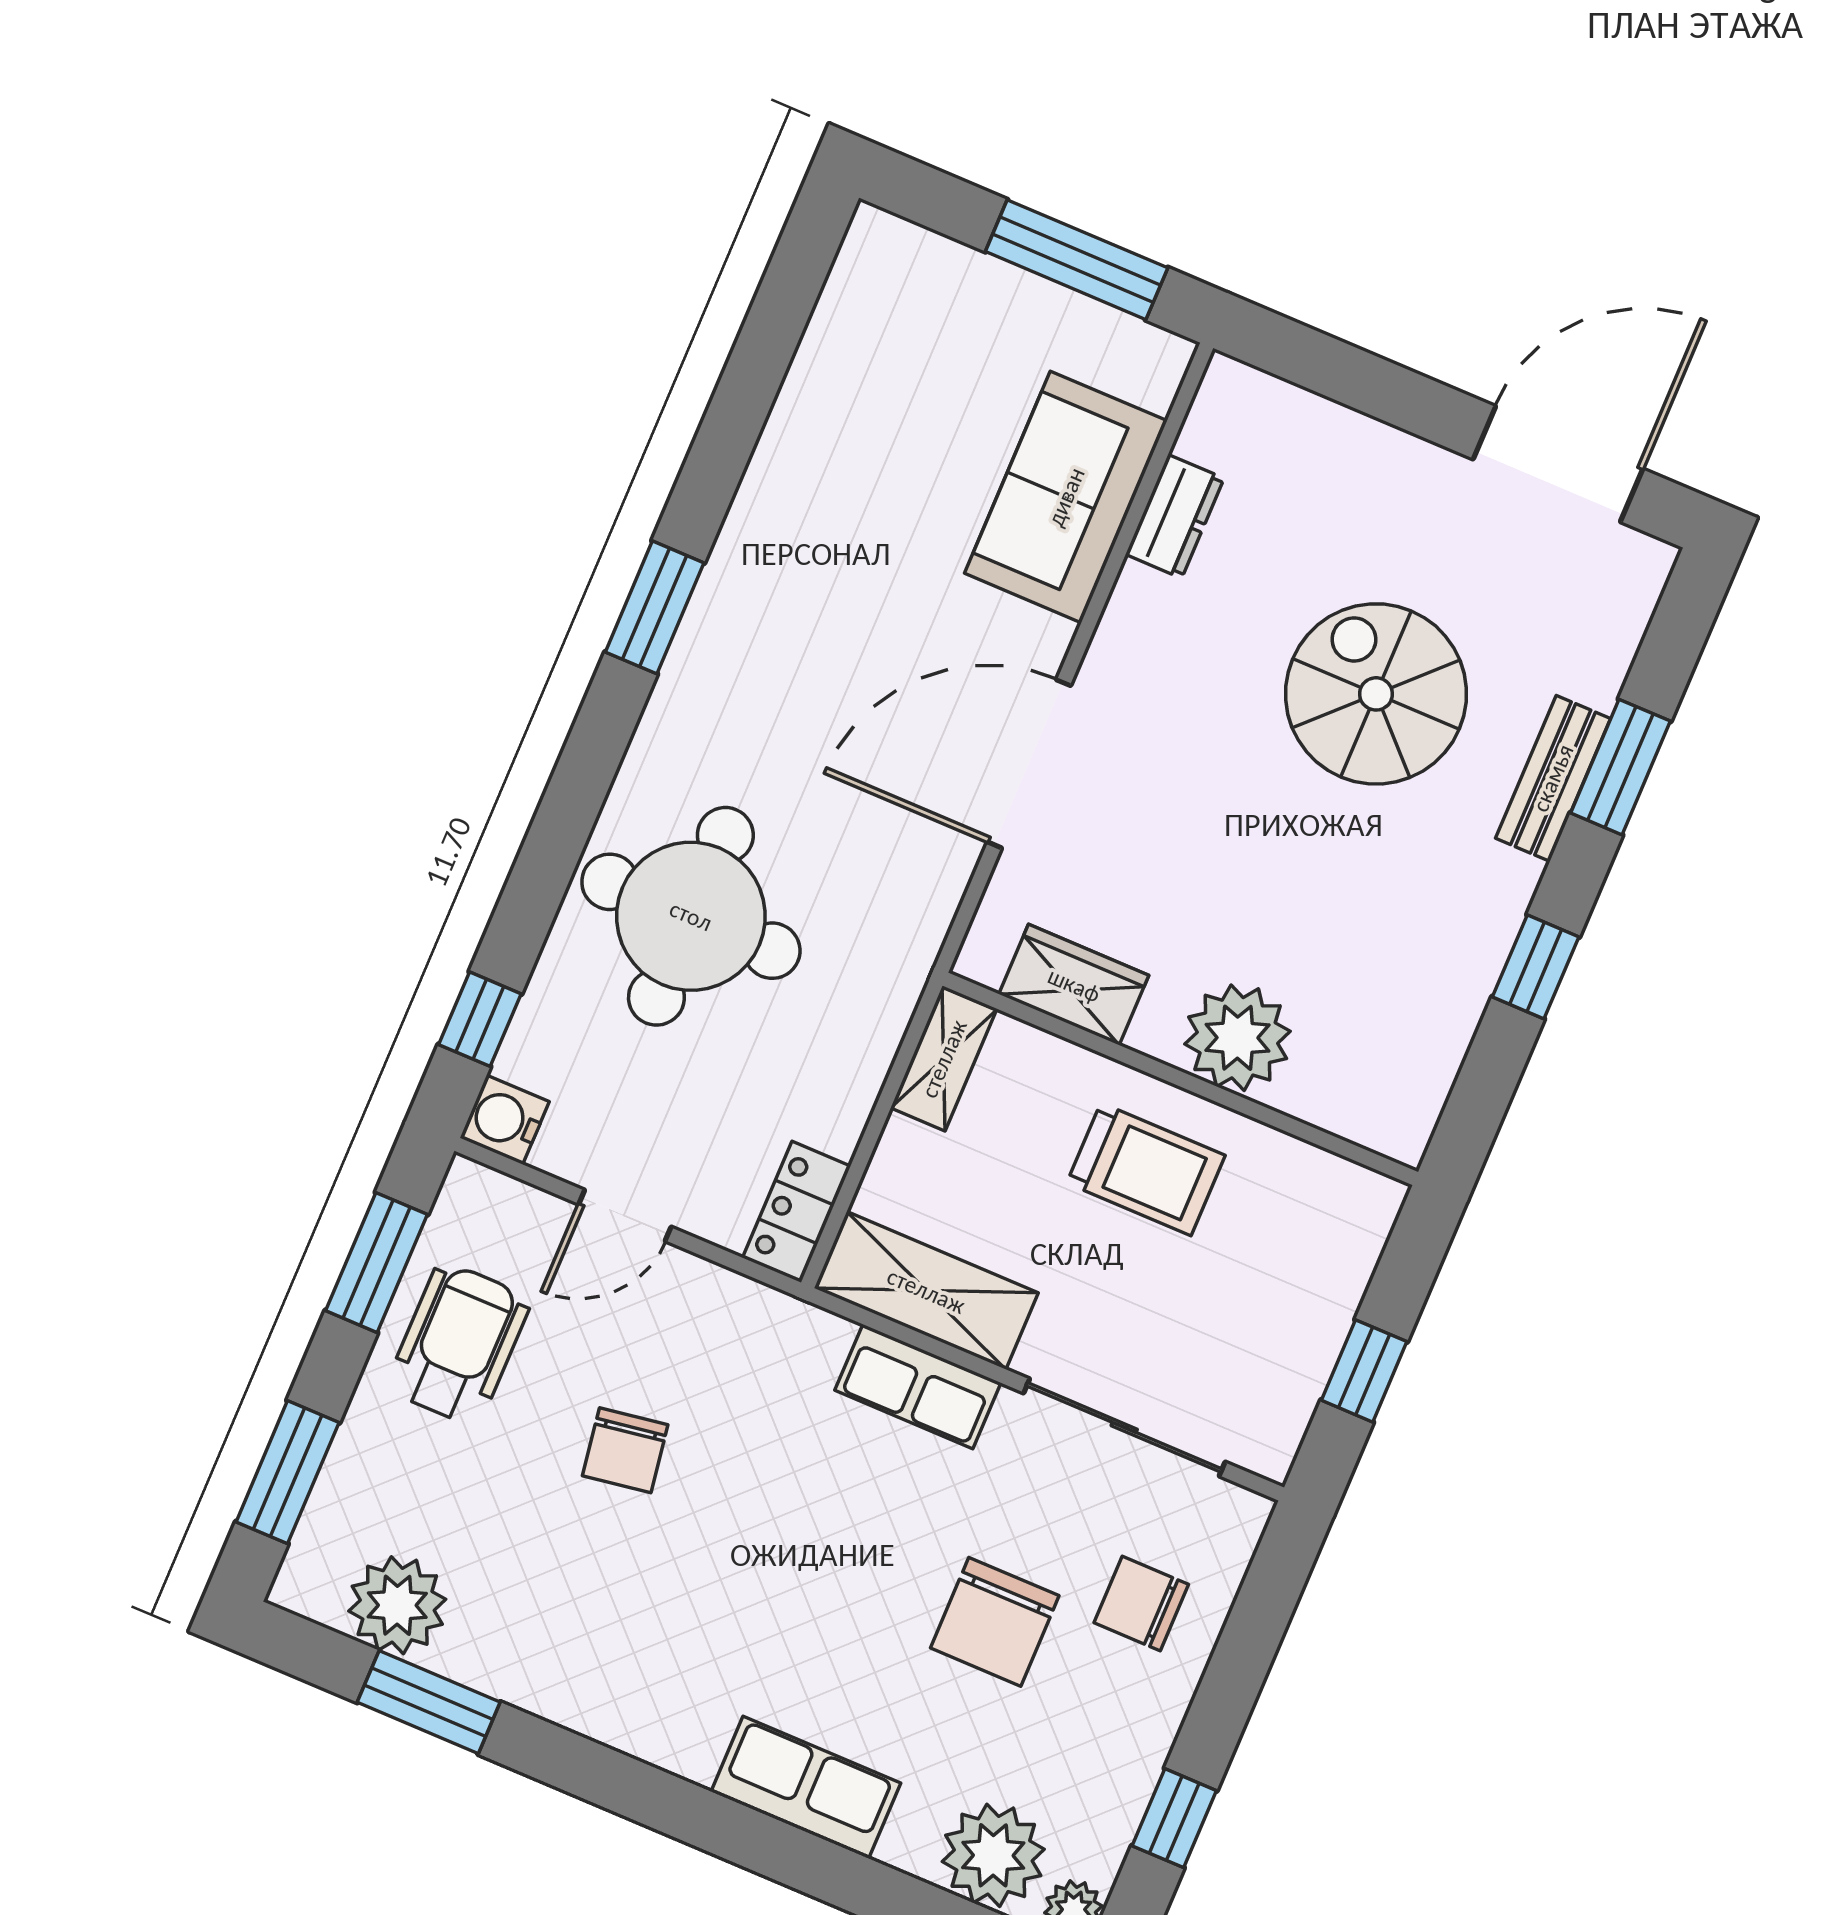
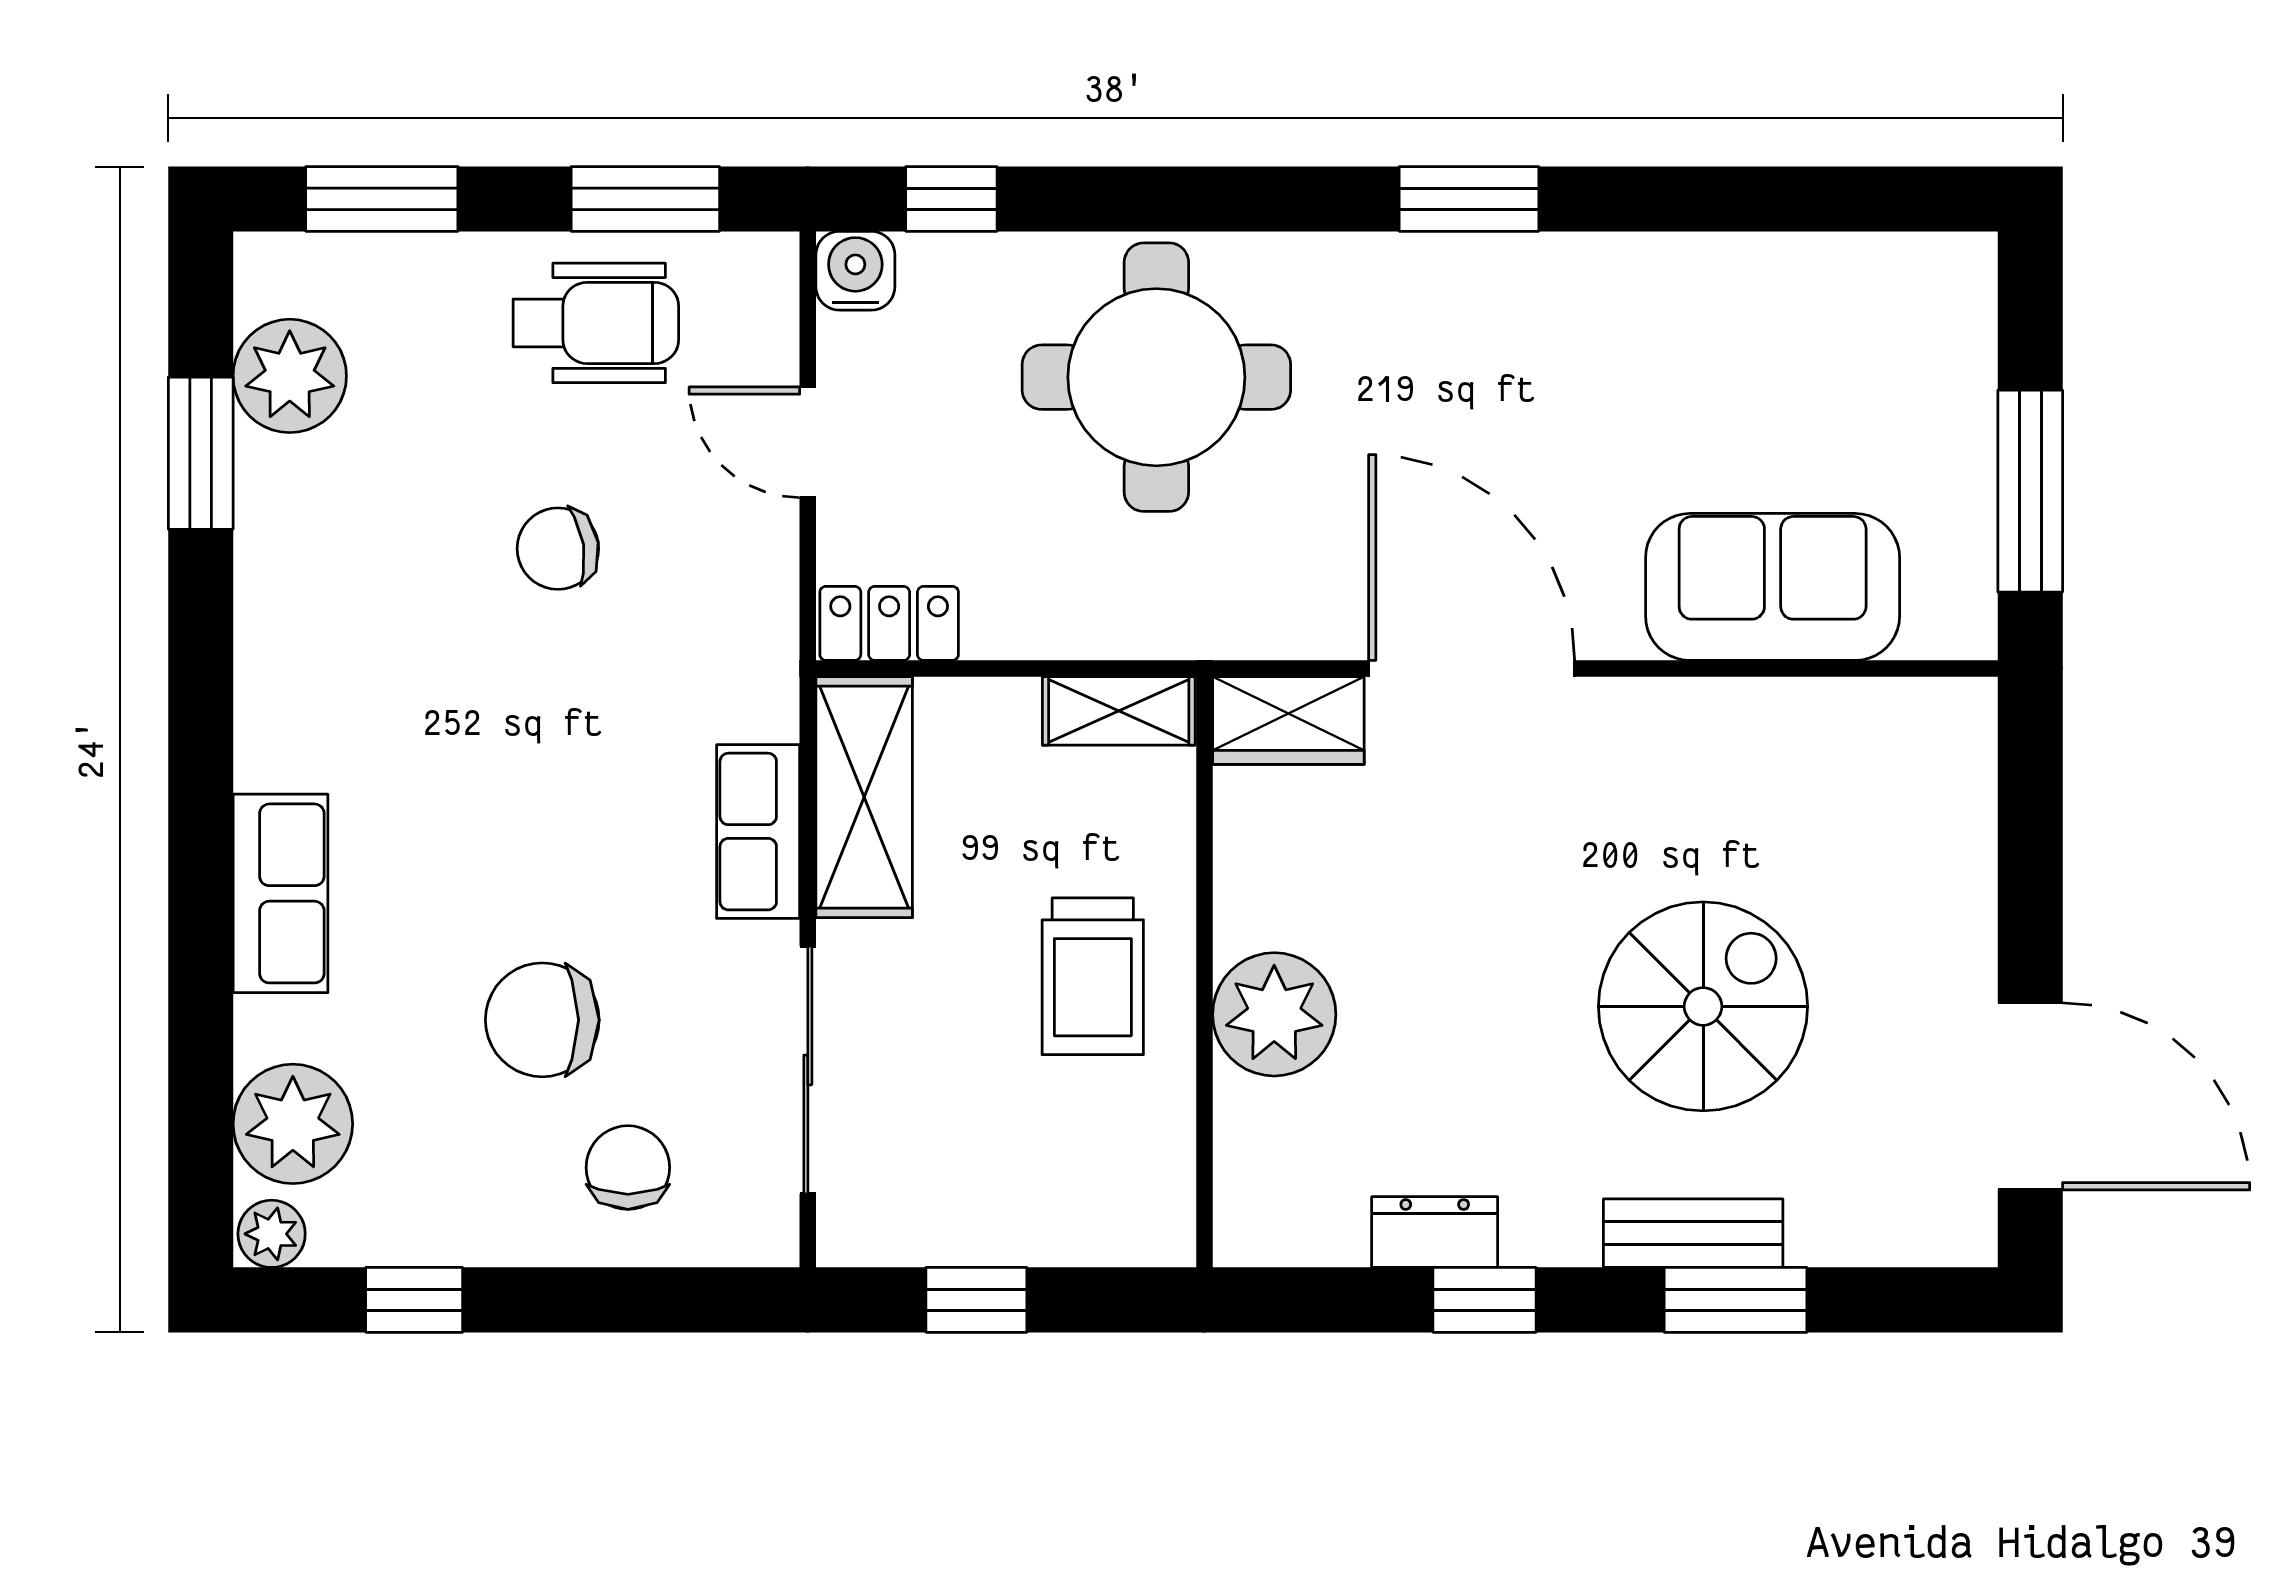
dresser: (1175, 516) -> (1435, 1232), moved, turned 180
wardrobe: (1074, 985) -> (1288, 720), moved, turned 90

